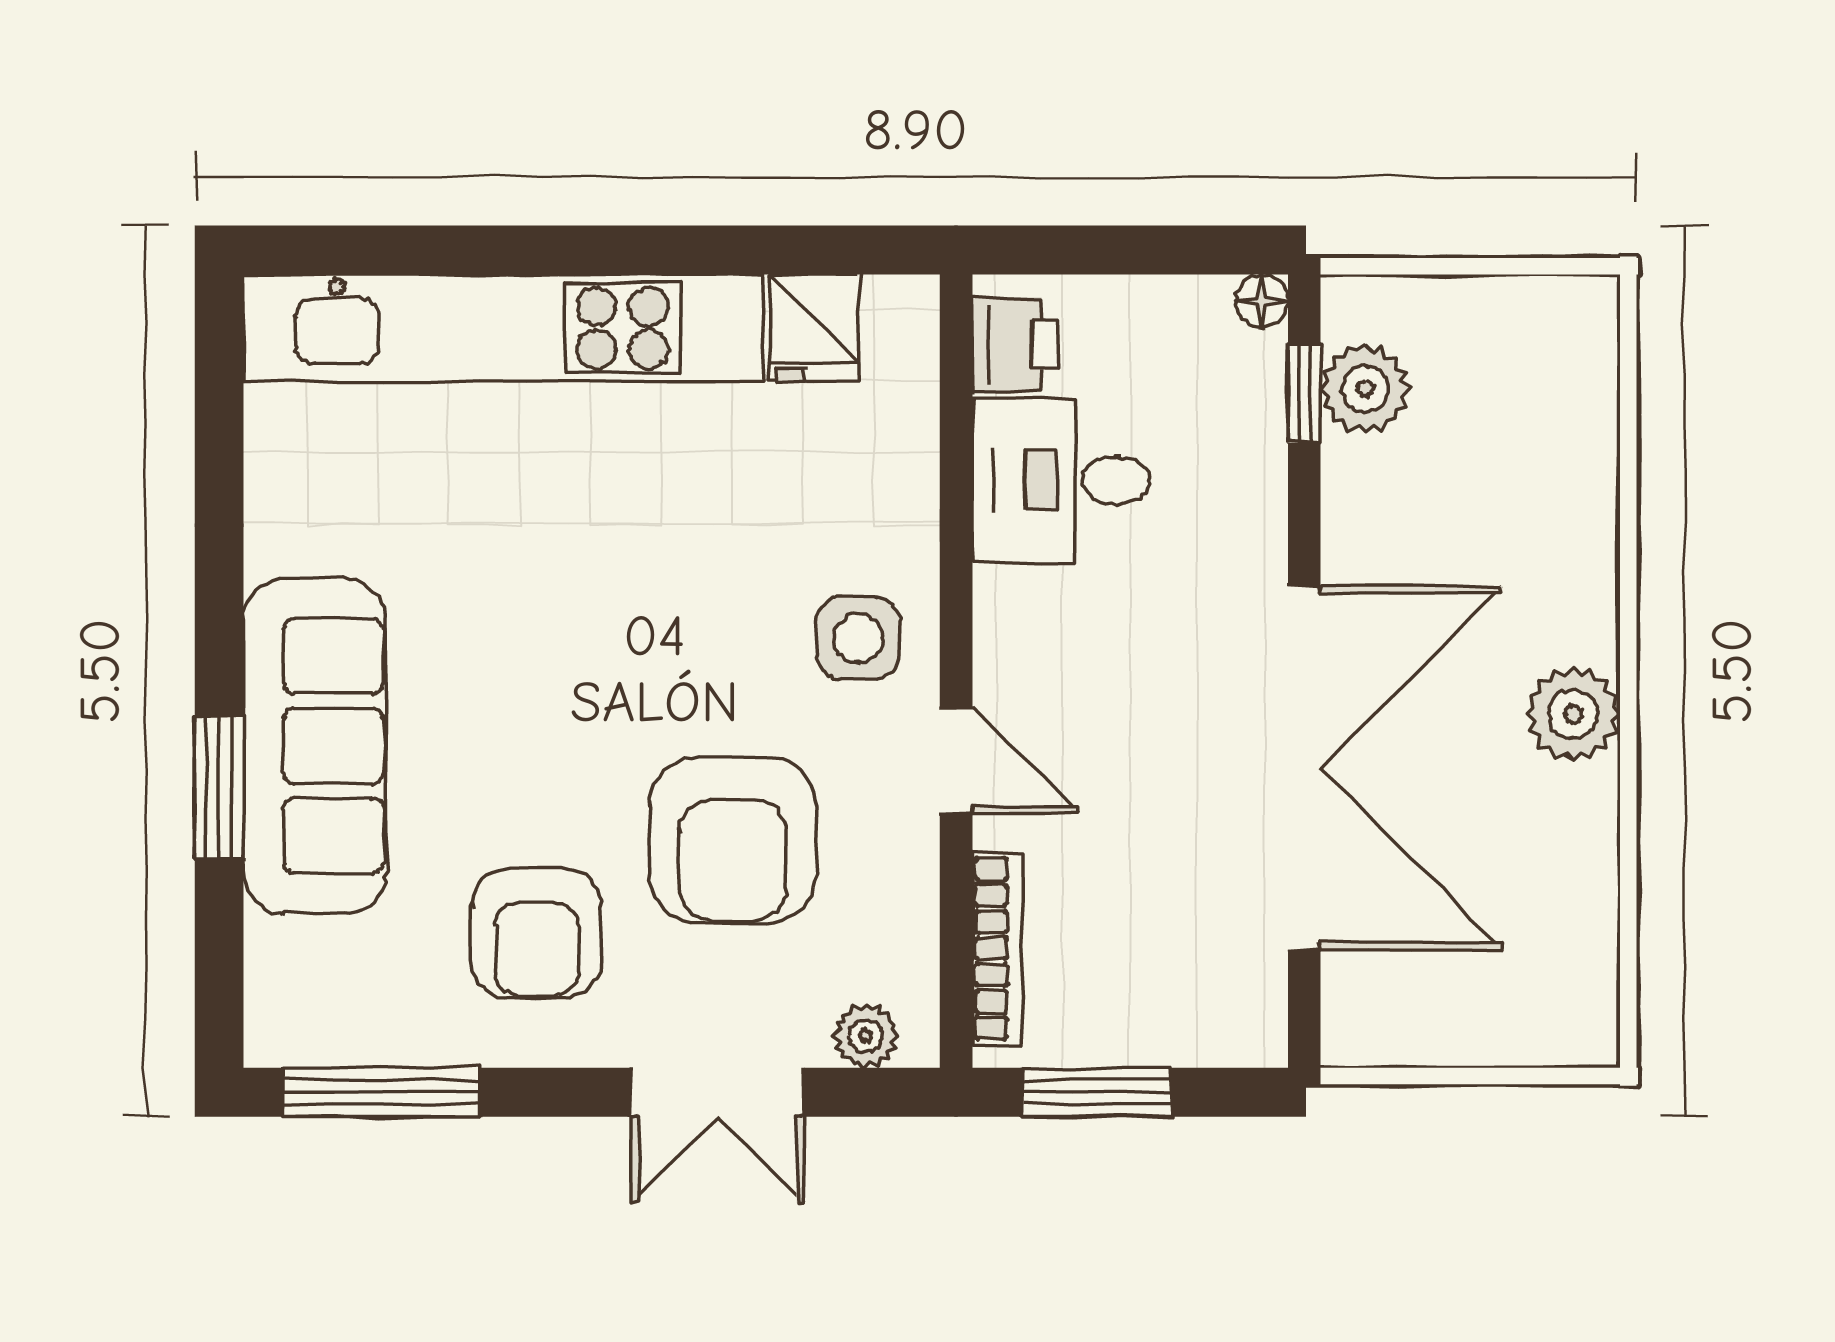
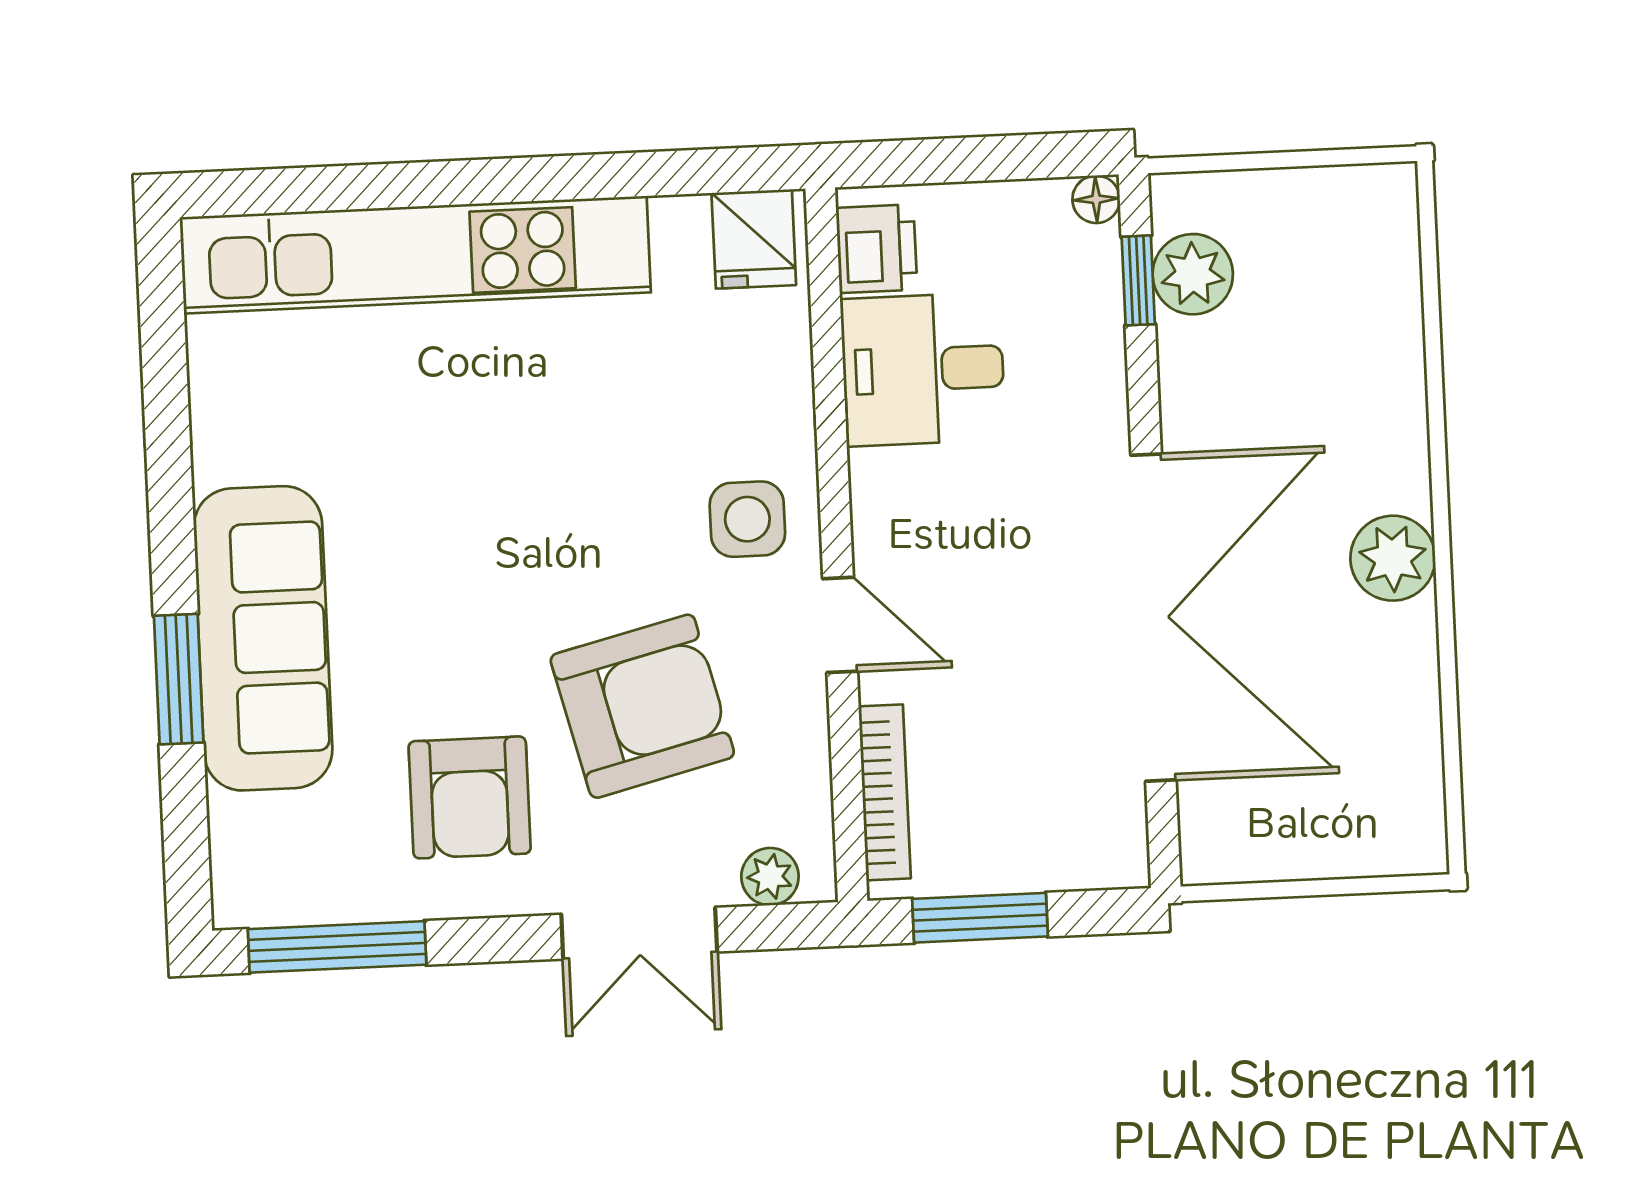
fridge: (814, 328) -> (754, 239), moved
armchair: (732, 840) -> (642, 706), turned -104

